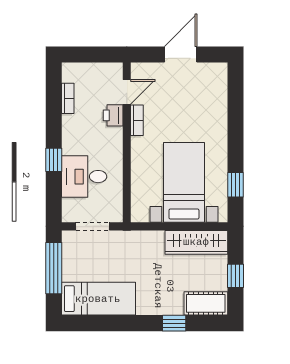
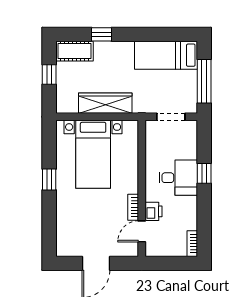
bookcase: (68, 98) -> (192, 244), moved
desk: (84, 177) -> (178, 178), moved
window: (235, 185) -> (49, 179), moved
wardrobe: (196, 242) -> (105, 103), moved

